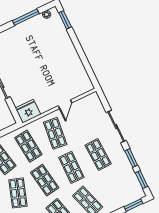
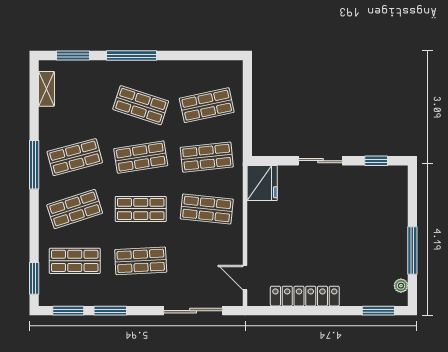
locker: (76, 61) -> (305, 296), added
door: (65, 104) -> (245, 278), moved
sliding door: (116, 126) -> (193, 311), moved
shop shelf: (114, 188) -> (75, 261), added

